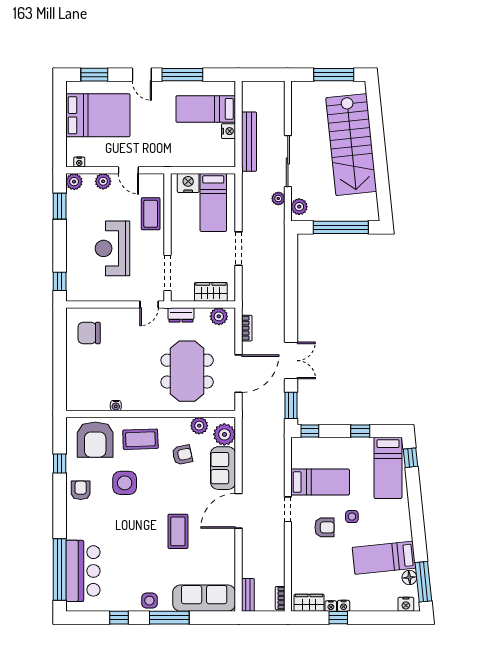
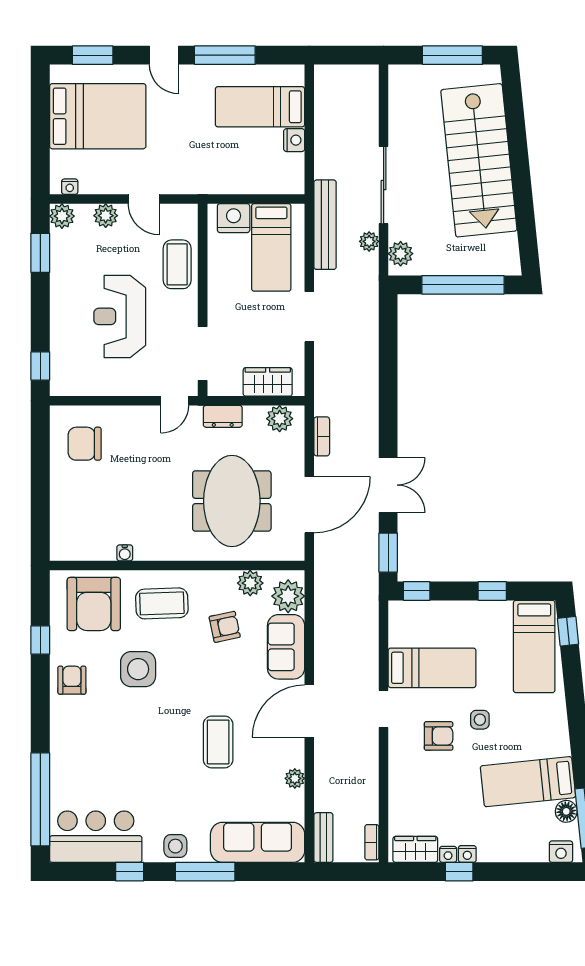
bench: (249, 142) -> (325, 225), moved
plant: (229, 556) -> (295, 778), added
bar counter: (83, 571) -> (96, 837), moved, turned -90

